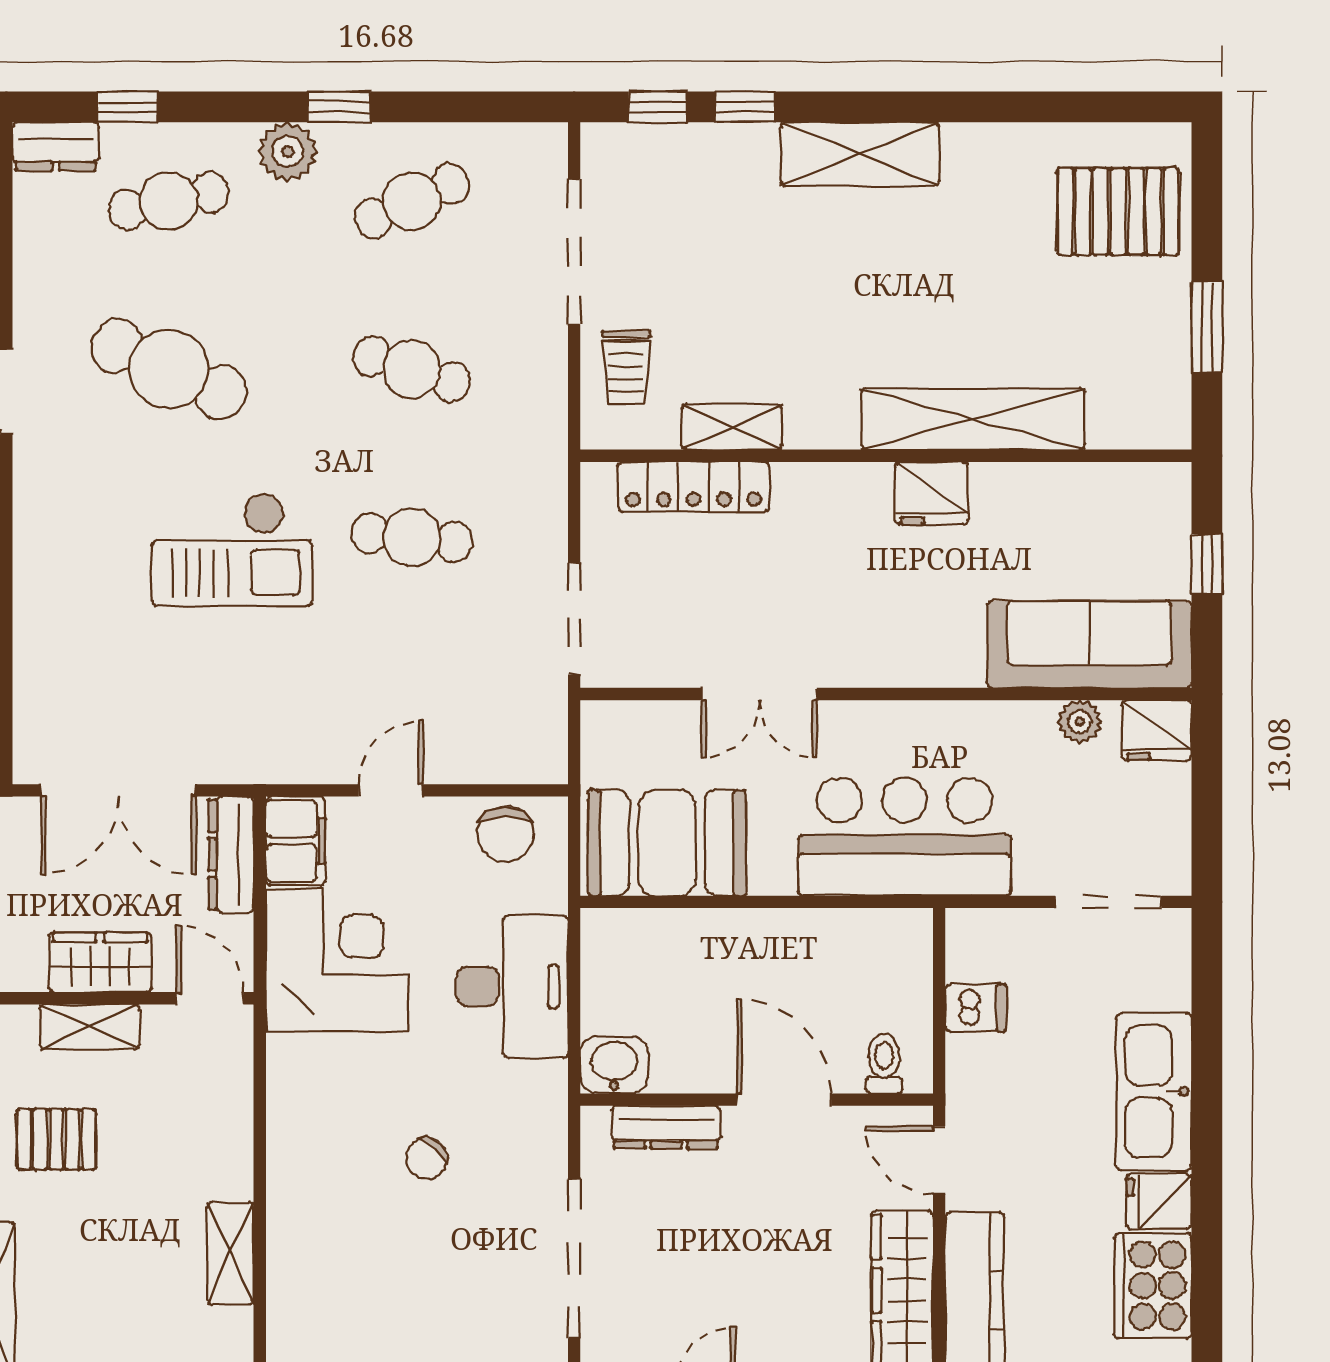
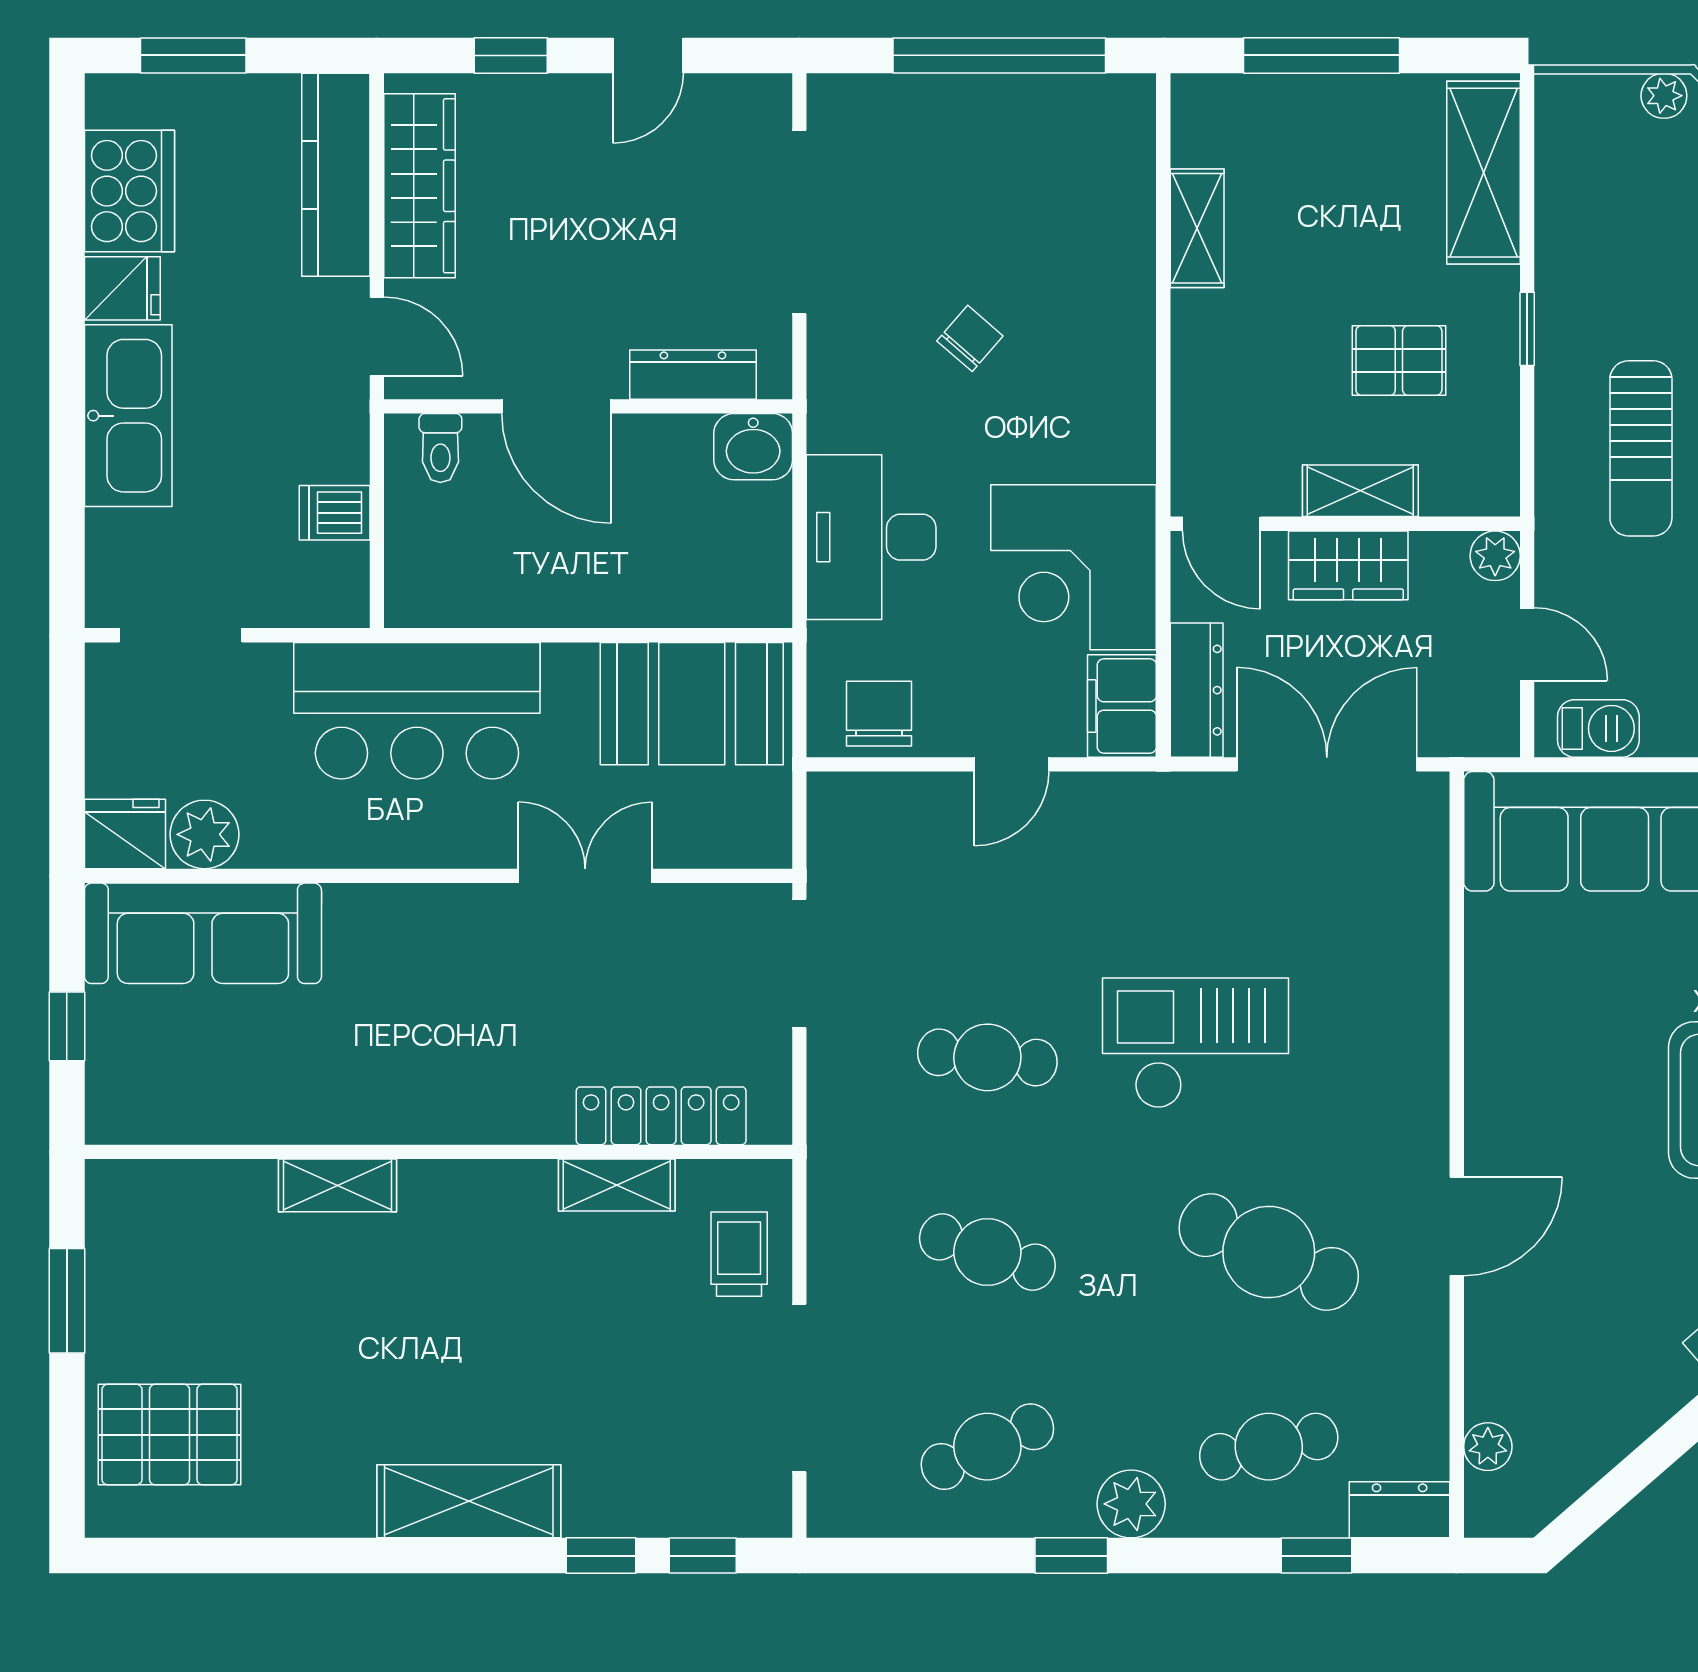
shelving: (973, 419) -> (337, 1185), width x0.45, depth x0.75
fridge: (932, 493) -> (386, 1108), removed
plant: (1080, 722) -> (204, 834), width x1.38, depth x1.38

